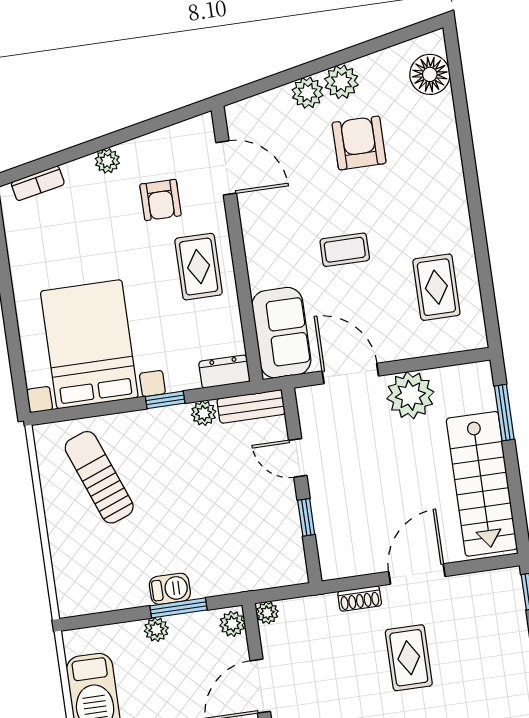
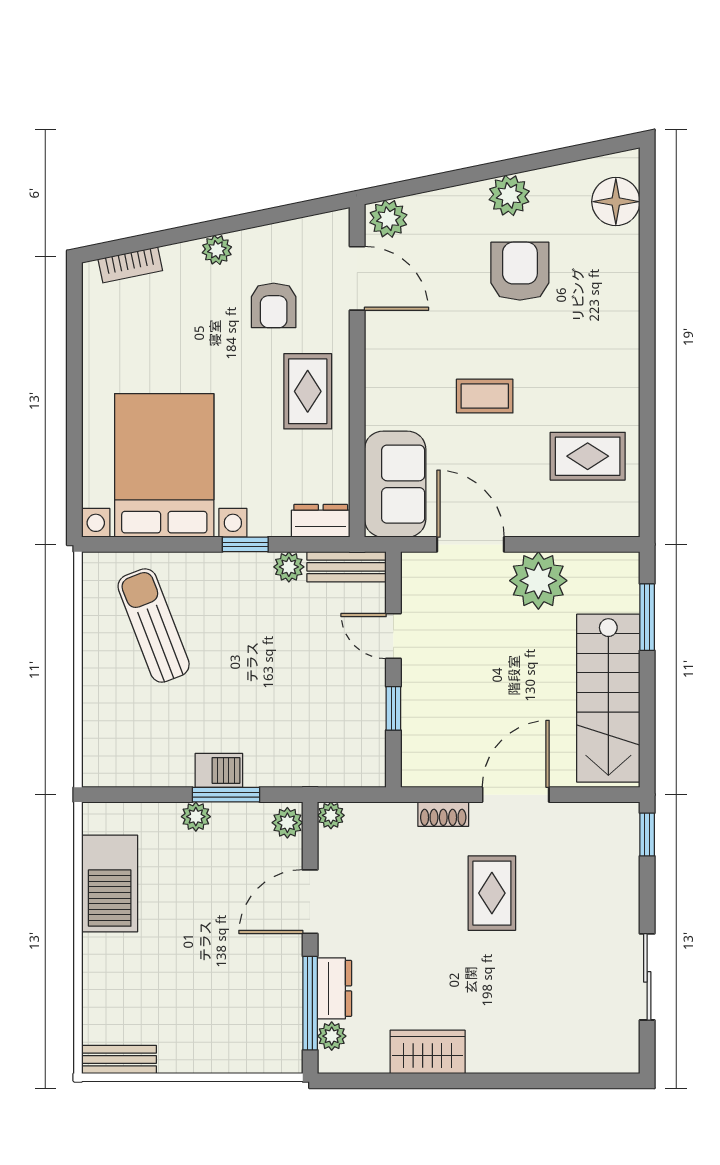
plant: (308, 93) -> (388, 219), moved
rug: (436, 287) -> (588, 456), turned 90

